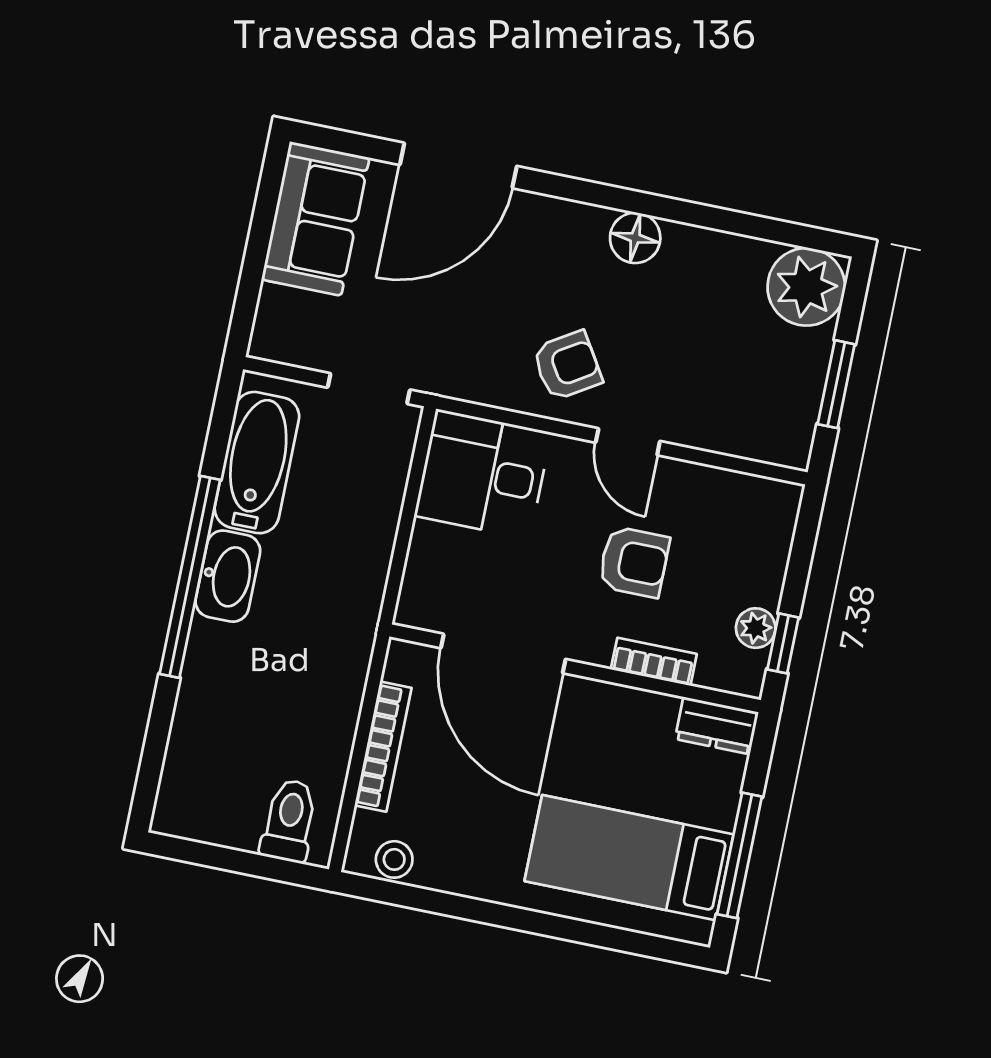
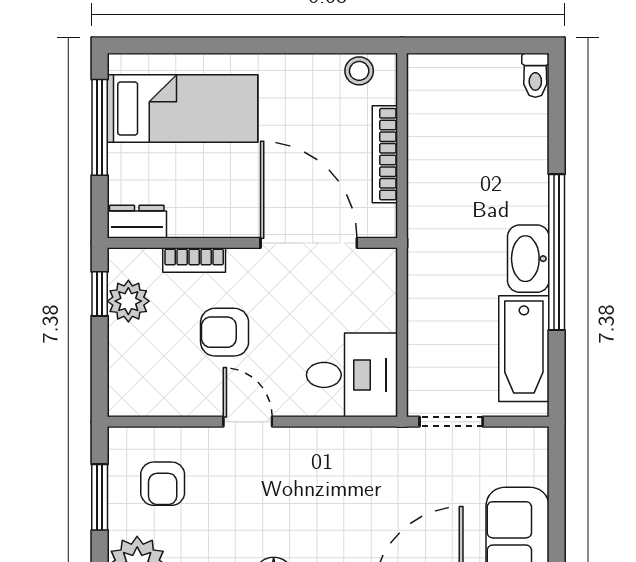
armchair: (567, 366) -> (163, 484), moved, turned -58
plant: (756, 628) -> (128, 301), width x1.38, depth x1.38
toilet: (289, 821) -> (535, 75), moved, width x0.73, depth x0.72

